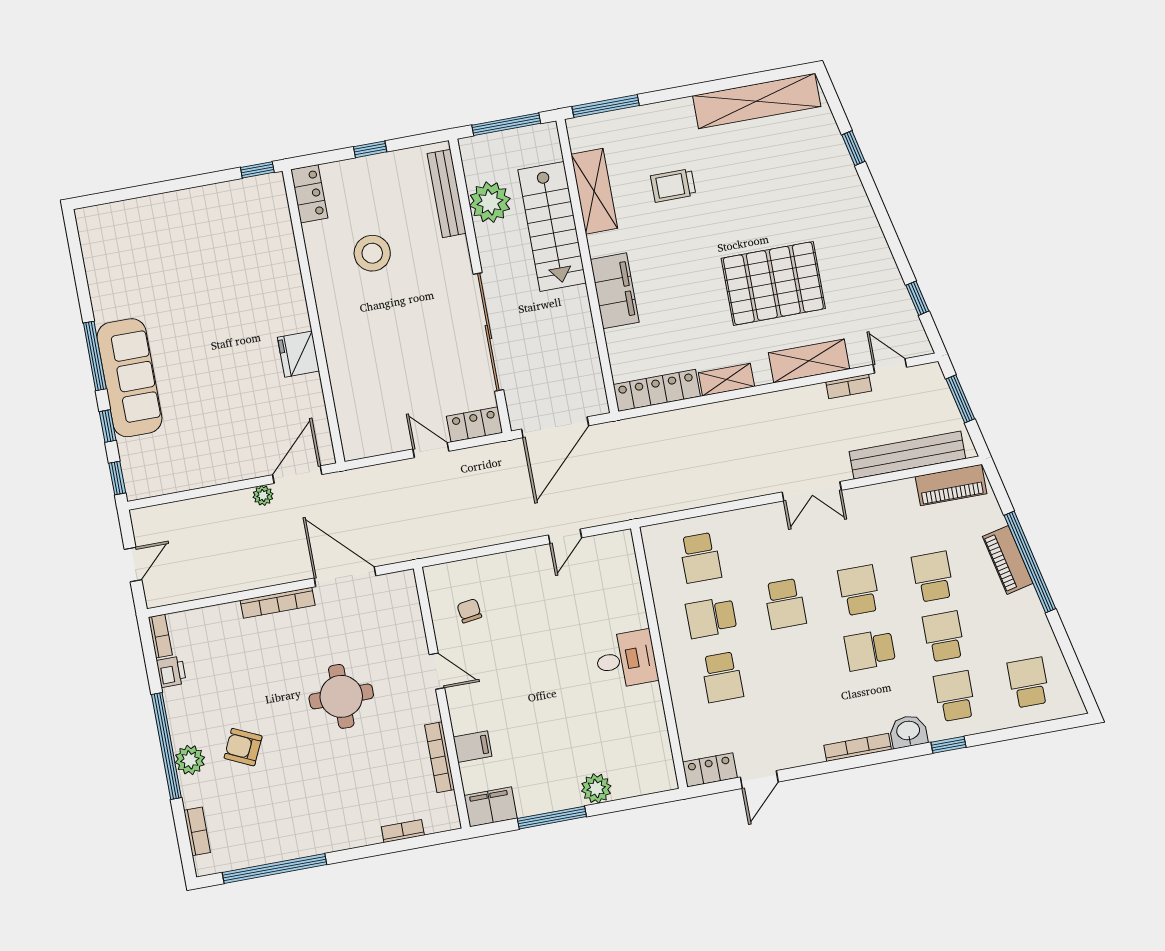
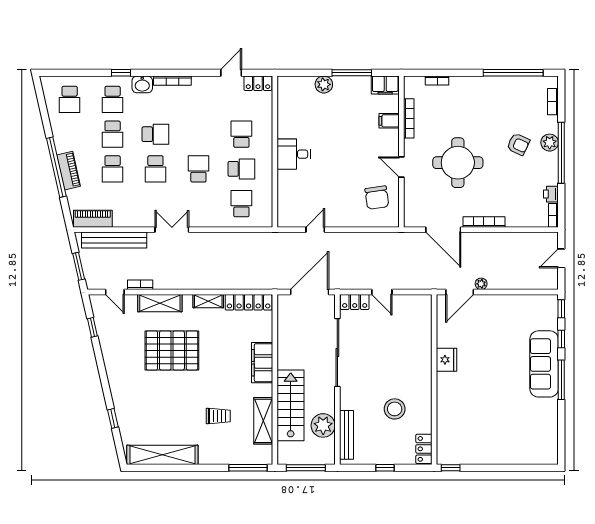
chair: (469, 611) -> (377, 198), width x1.87, depth x1.87
round table: (341, 696) -> (458, 163), width x1.36, depth x1.36

